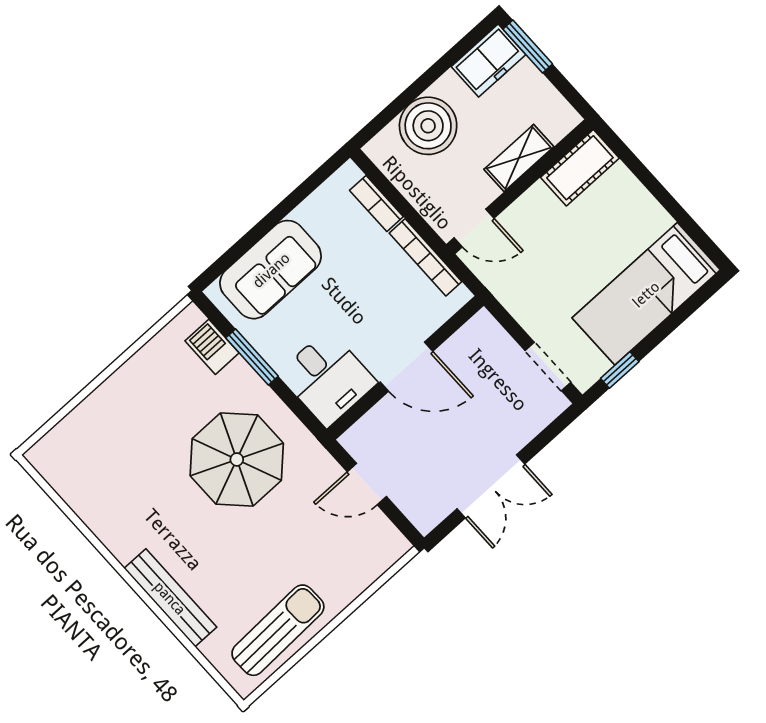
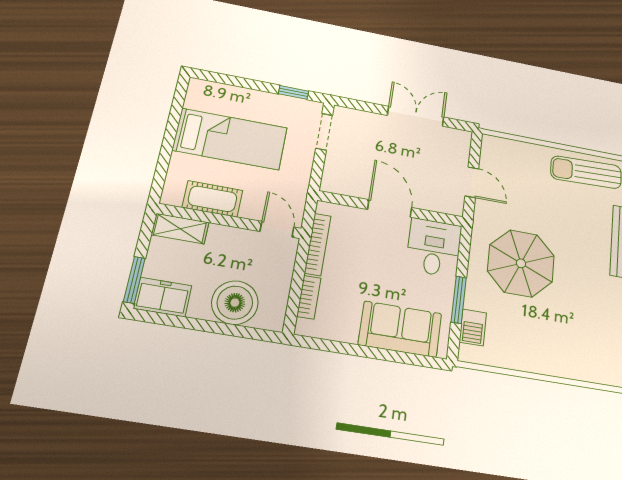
shelving: (519, 158) -> (180, 229), moved
cot: (580, 168) -> (212, 199), moved
bed: (646, 294) -> (230, 139), moved

